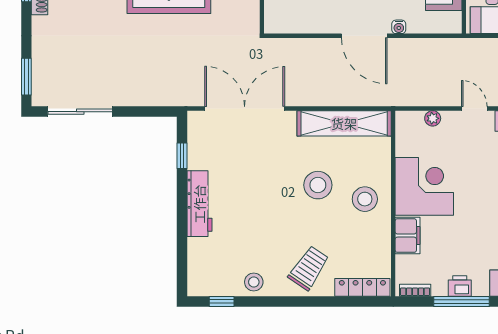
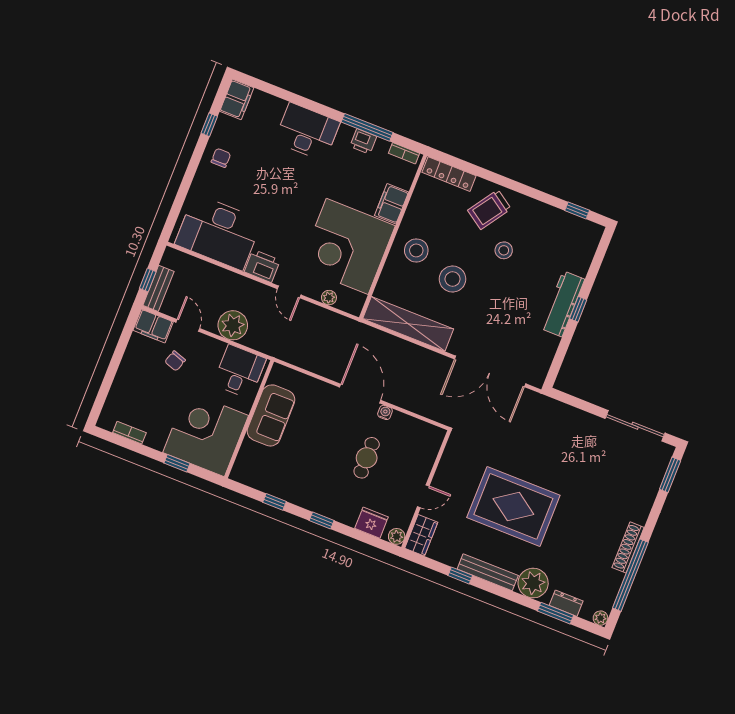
water cooler: (399, 27) -> (385, 412), moved
window: (182, 156) -> (578, 309), moved
corner desk: (424, 186) -> (347, 246), width x1.36, depth x1.36
stool: (254, 282) -> (504, 250), moved

